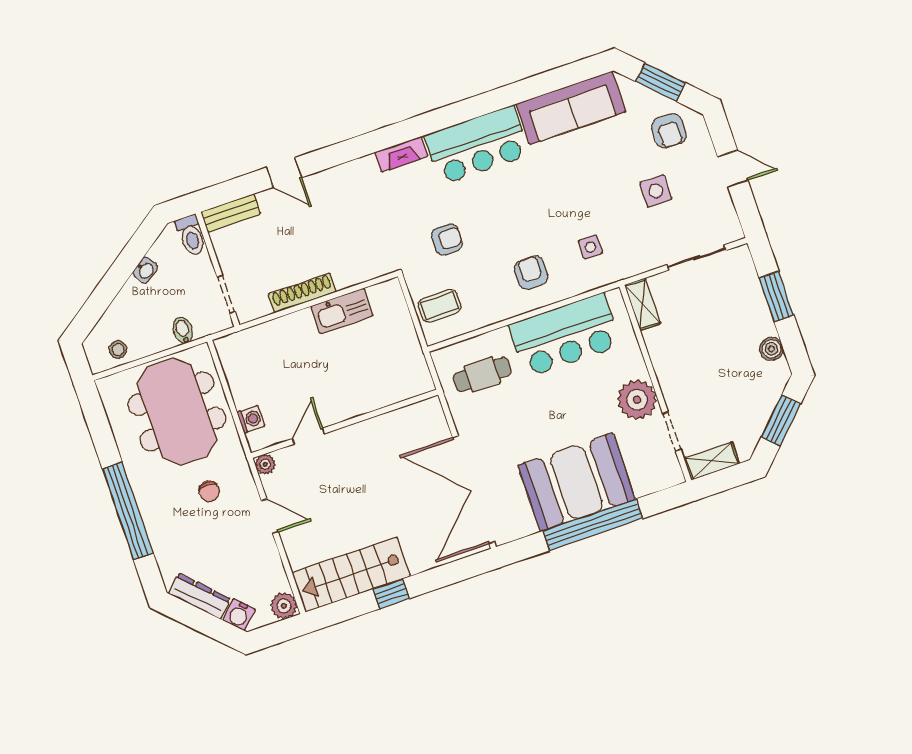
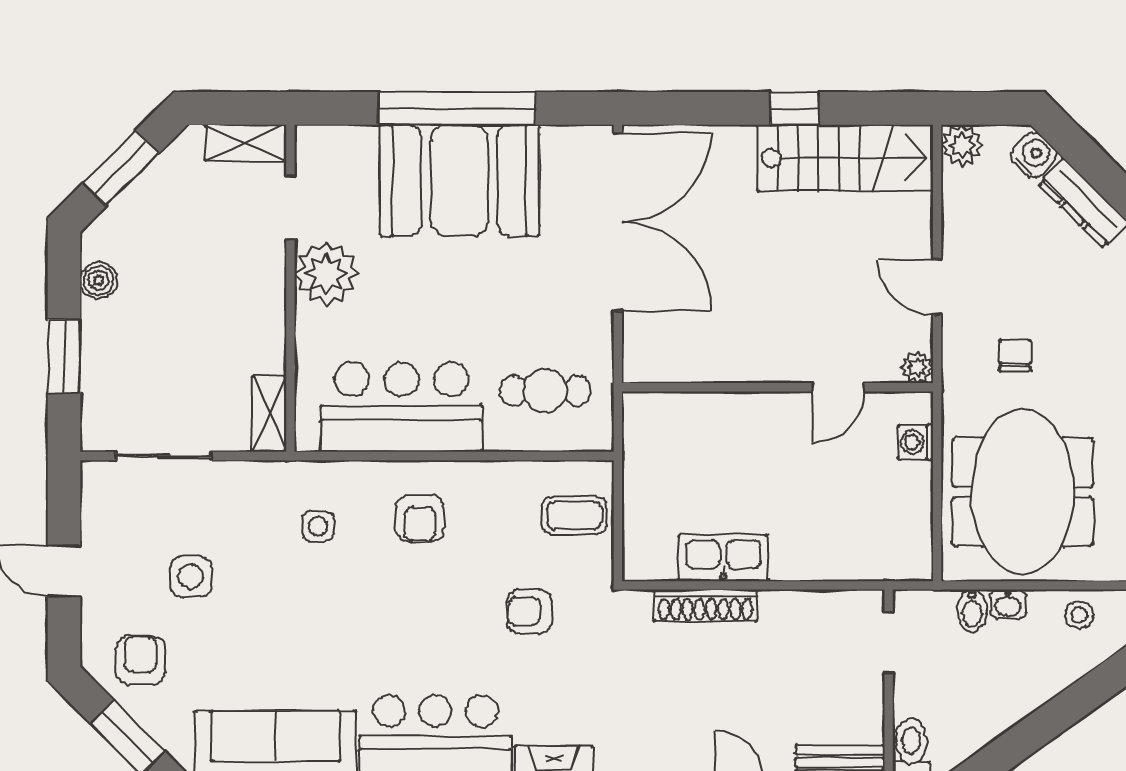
washbasin: (145, 270) -> (1008, 604), moved, turned -144
shoe rack: (302, 293) -> (705, 605), moved

